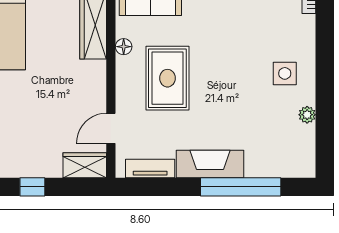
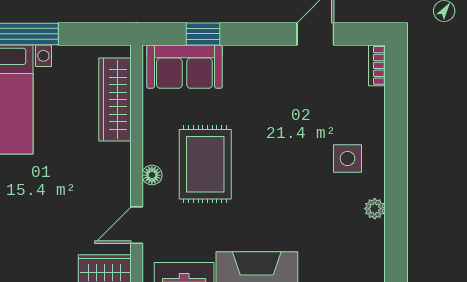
floor lamp: (124, 47) -> (152, 175), moved

